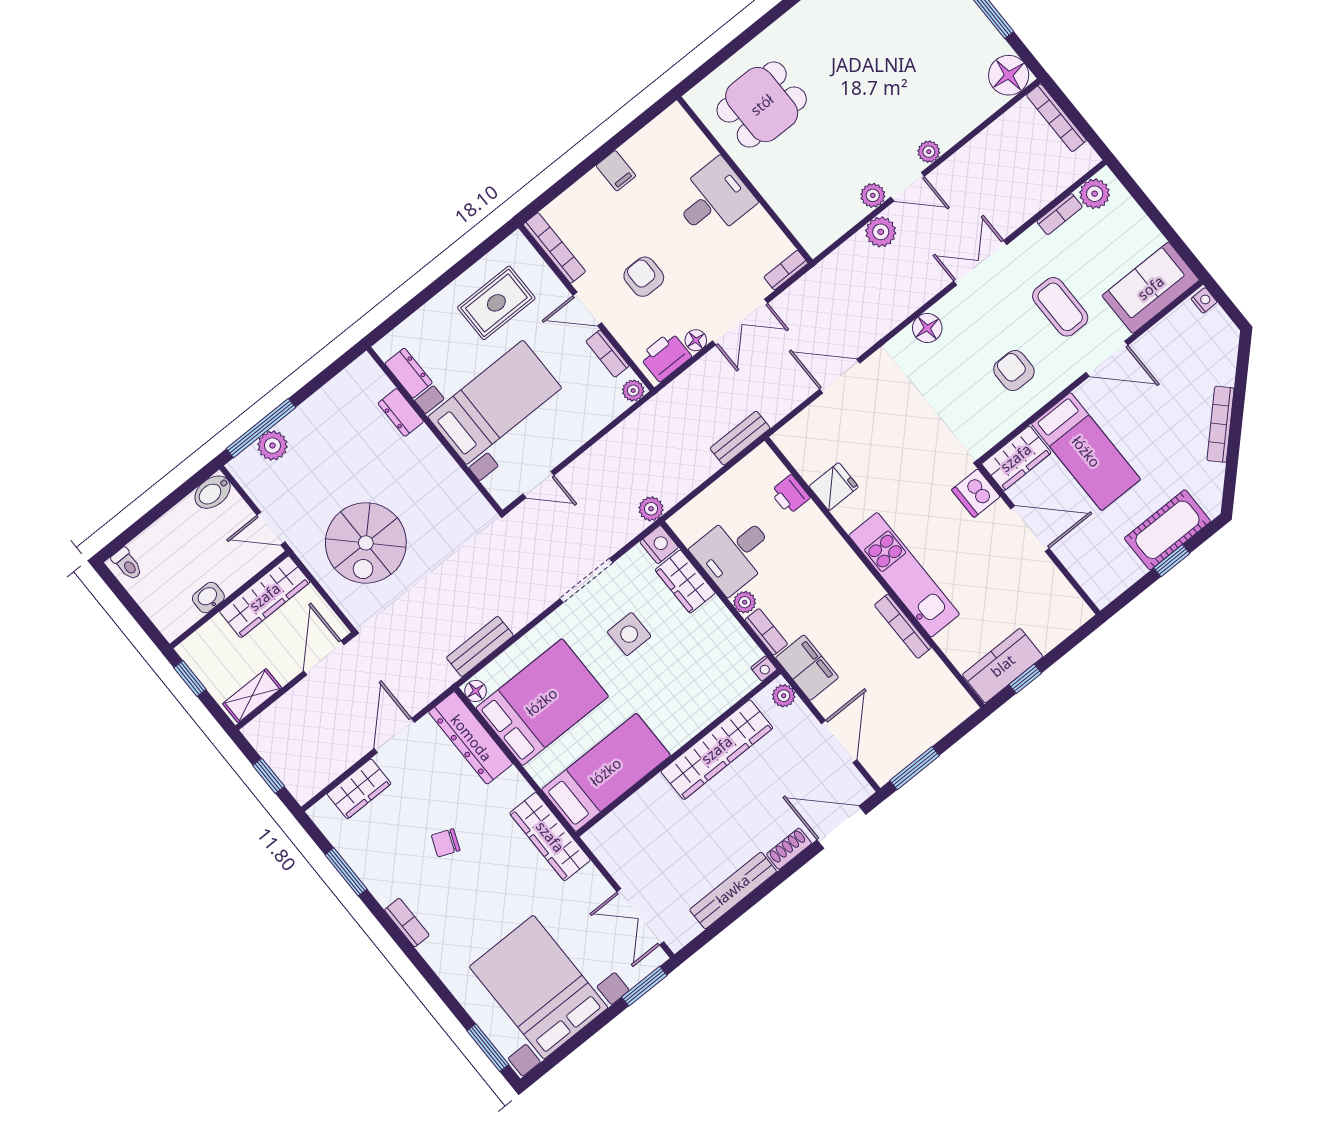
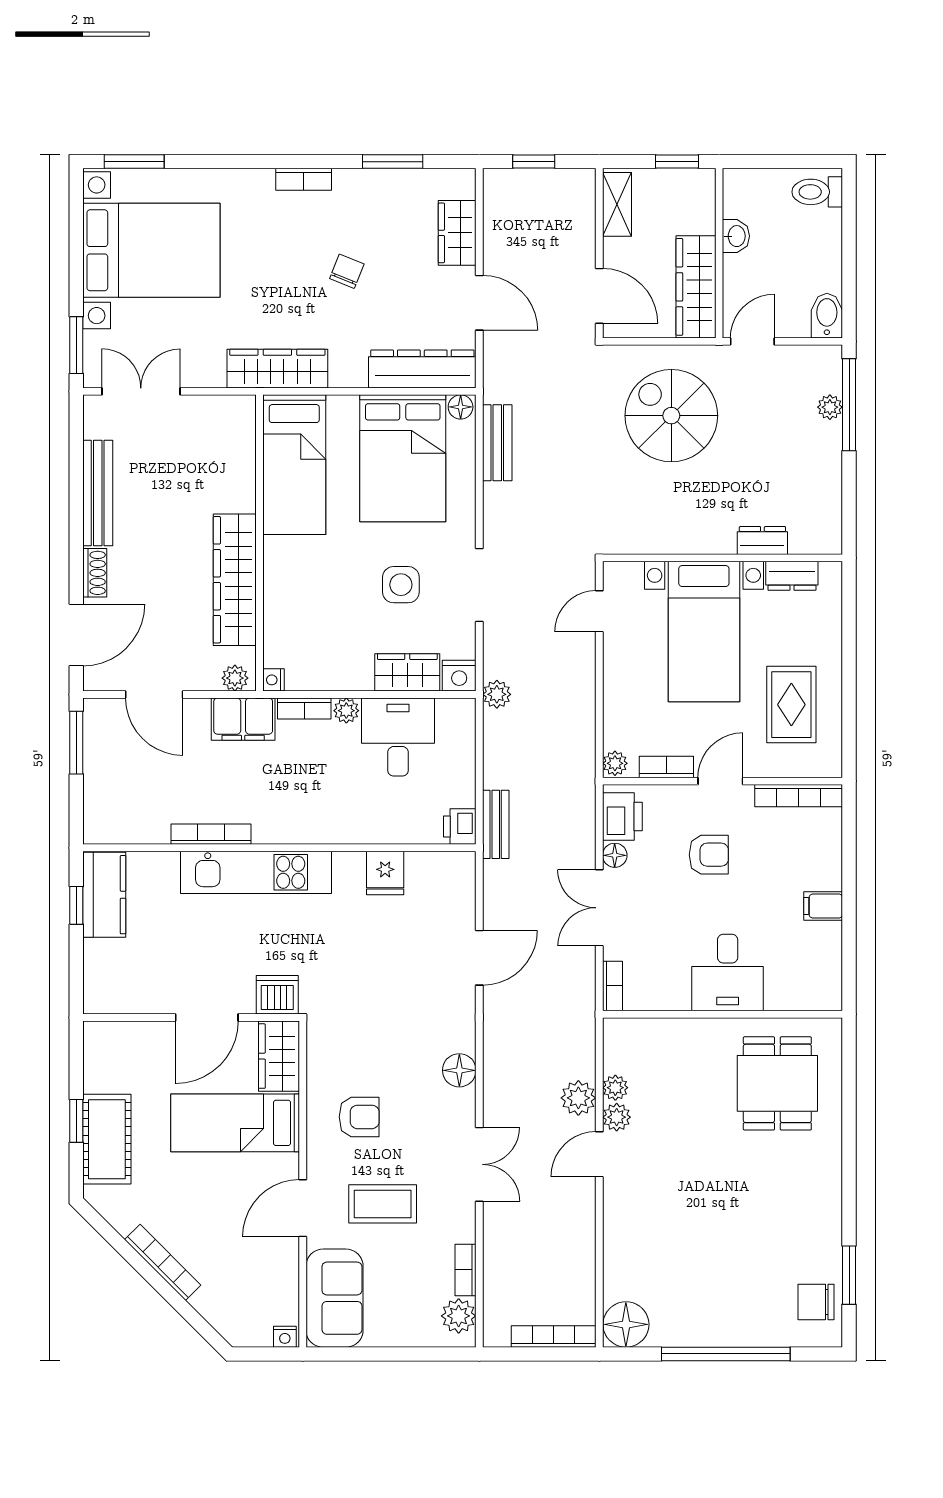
plant: (929, 152) -> (615, 1088), moved
plant: (272, 446) -> (830, 407), width x0.73, depth x0.73
printer: (790, 495) -> (460, 827), moved, turned -90
toilet: (127, 564) -> (817, 192), width x1.37, depth x1.39

